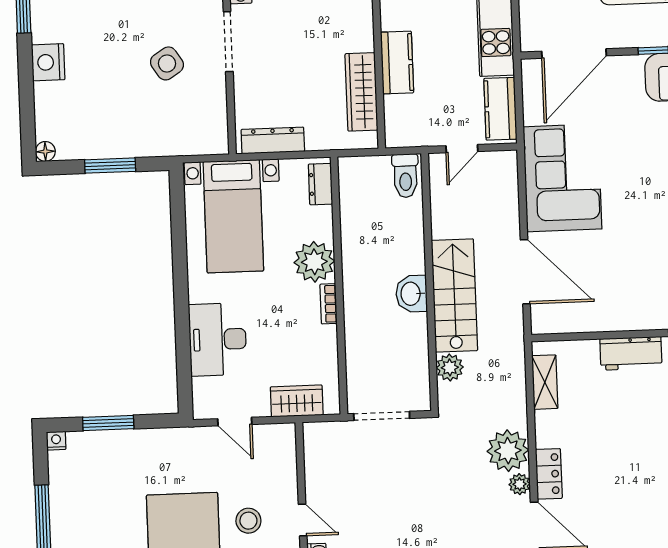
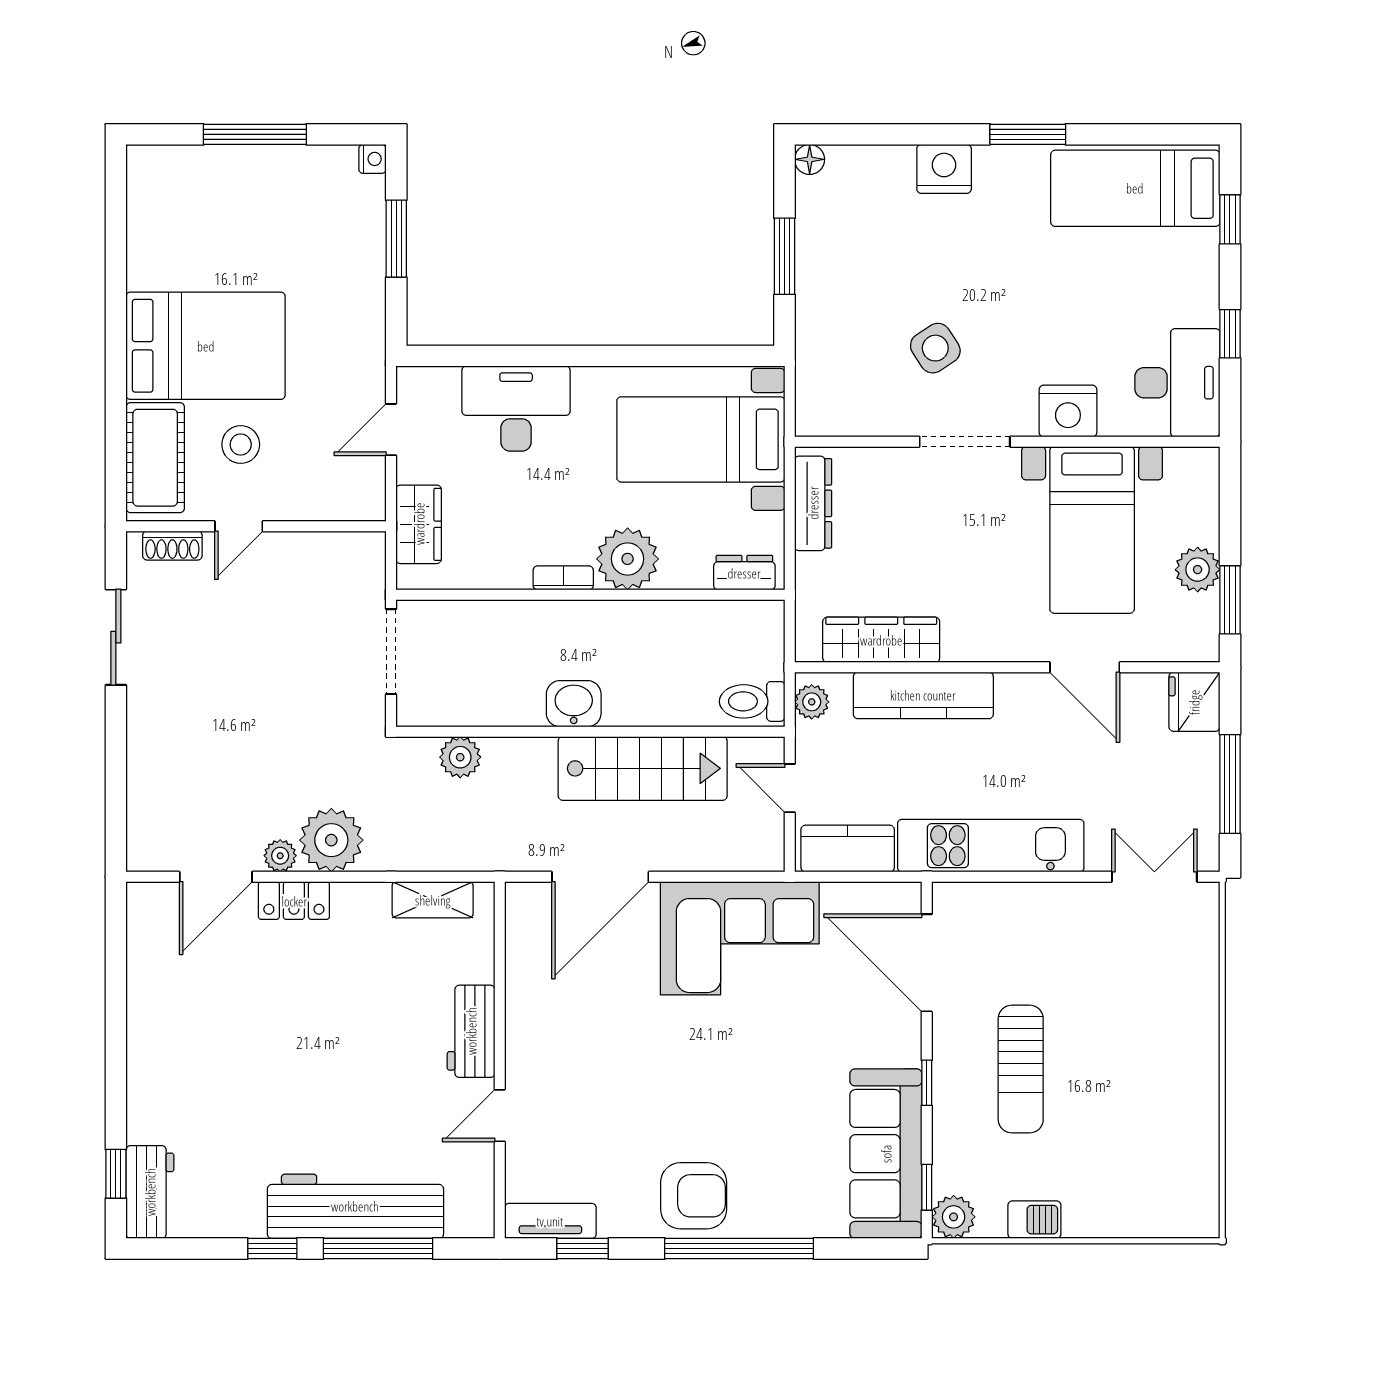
kitchen counter: (397, 63) -> (923, 695), width x1.50
plant: (404, 136) -> (812, 702), added
stairs: (454, 295) -> (643, 768), moved

